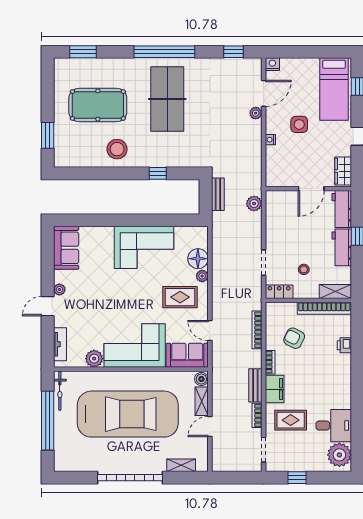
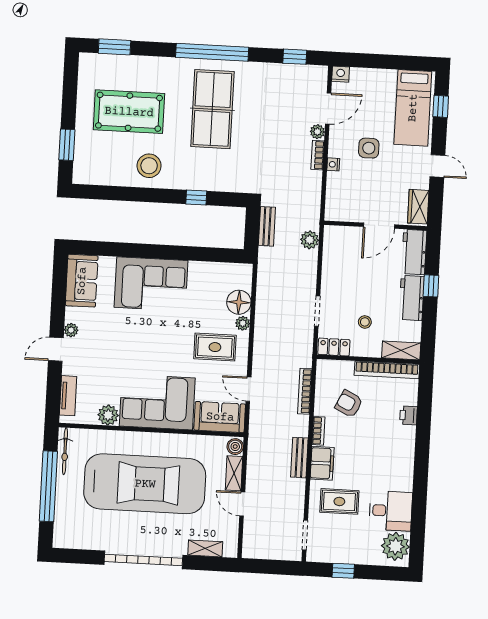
corner sofa: (144, 247) -> (151, 284), moved
bookcase: (257, 415) -> (318, 155), moved
door: (210, 427) -> (242, 504), hinge flipped

